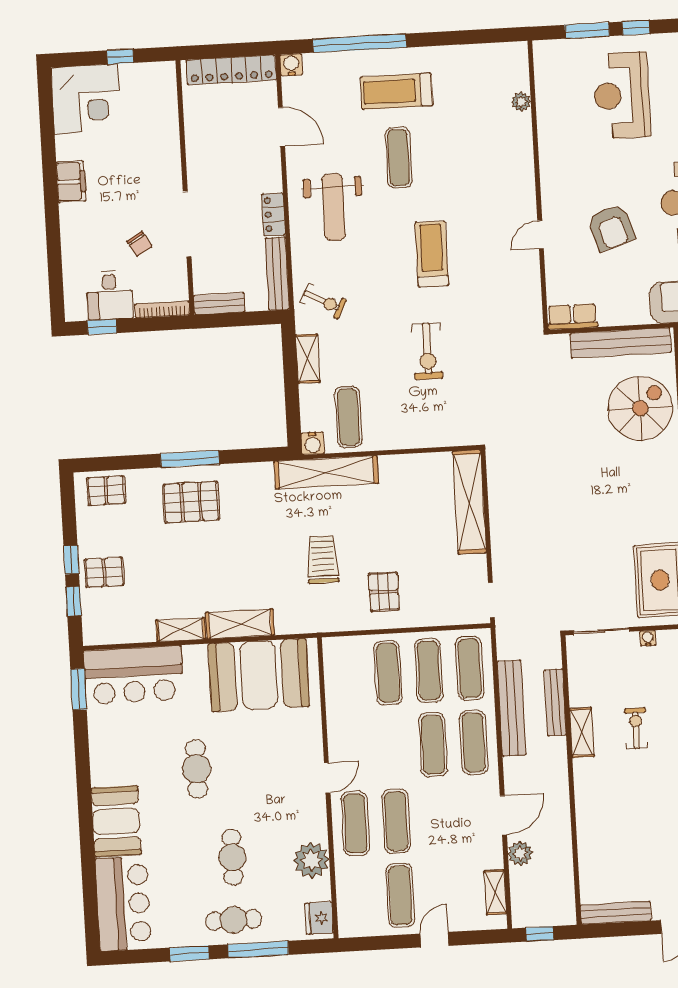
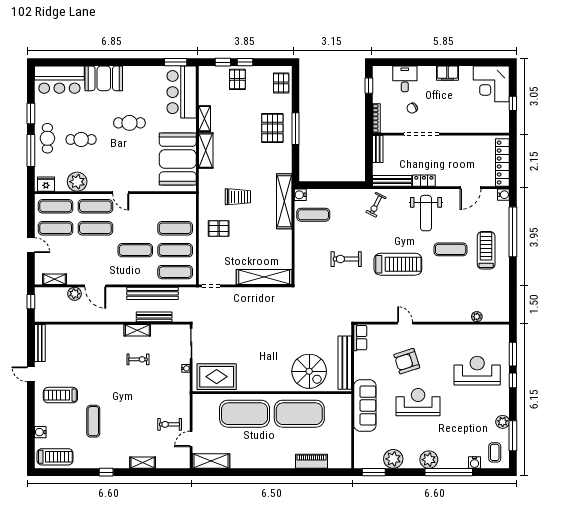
weight bench: (334, 207) -> (426, 213), turned -90
treadmill: (432, 254) -> (398, 264), width x1.37, depth x1.38
desk: (110, 295) -> (405, 79), moved, turned 90
shelving: (308, 359) -> (346, 195), removed
exercise mat: (474, 742) -> (56, 206), moved

